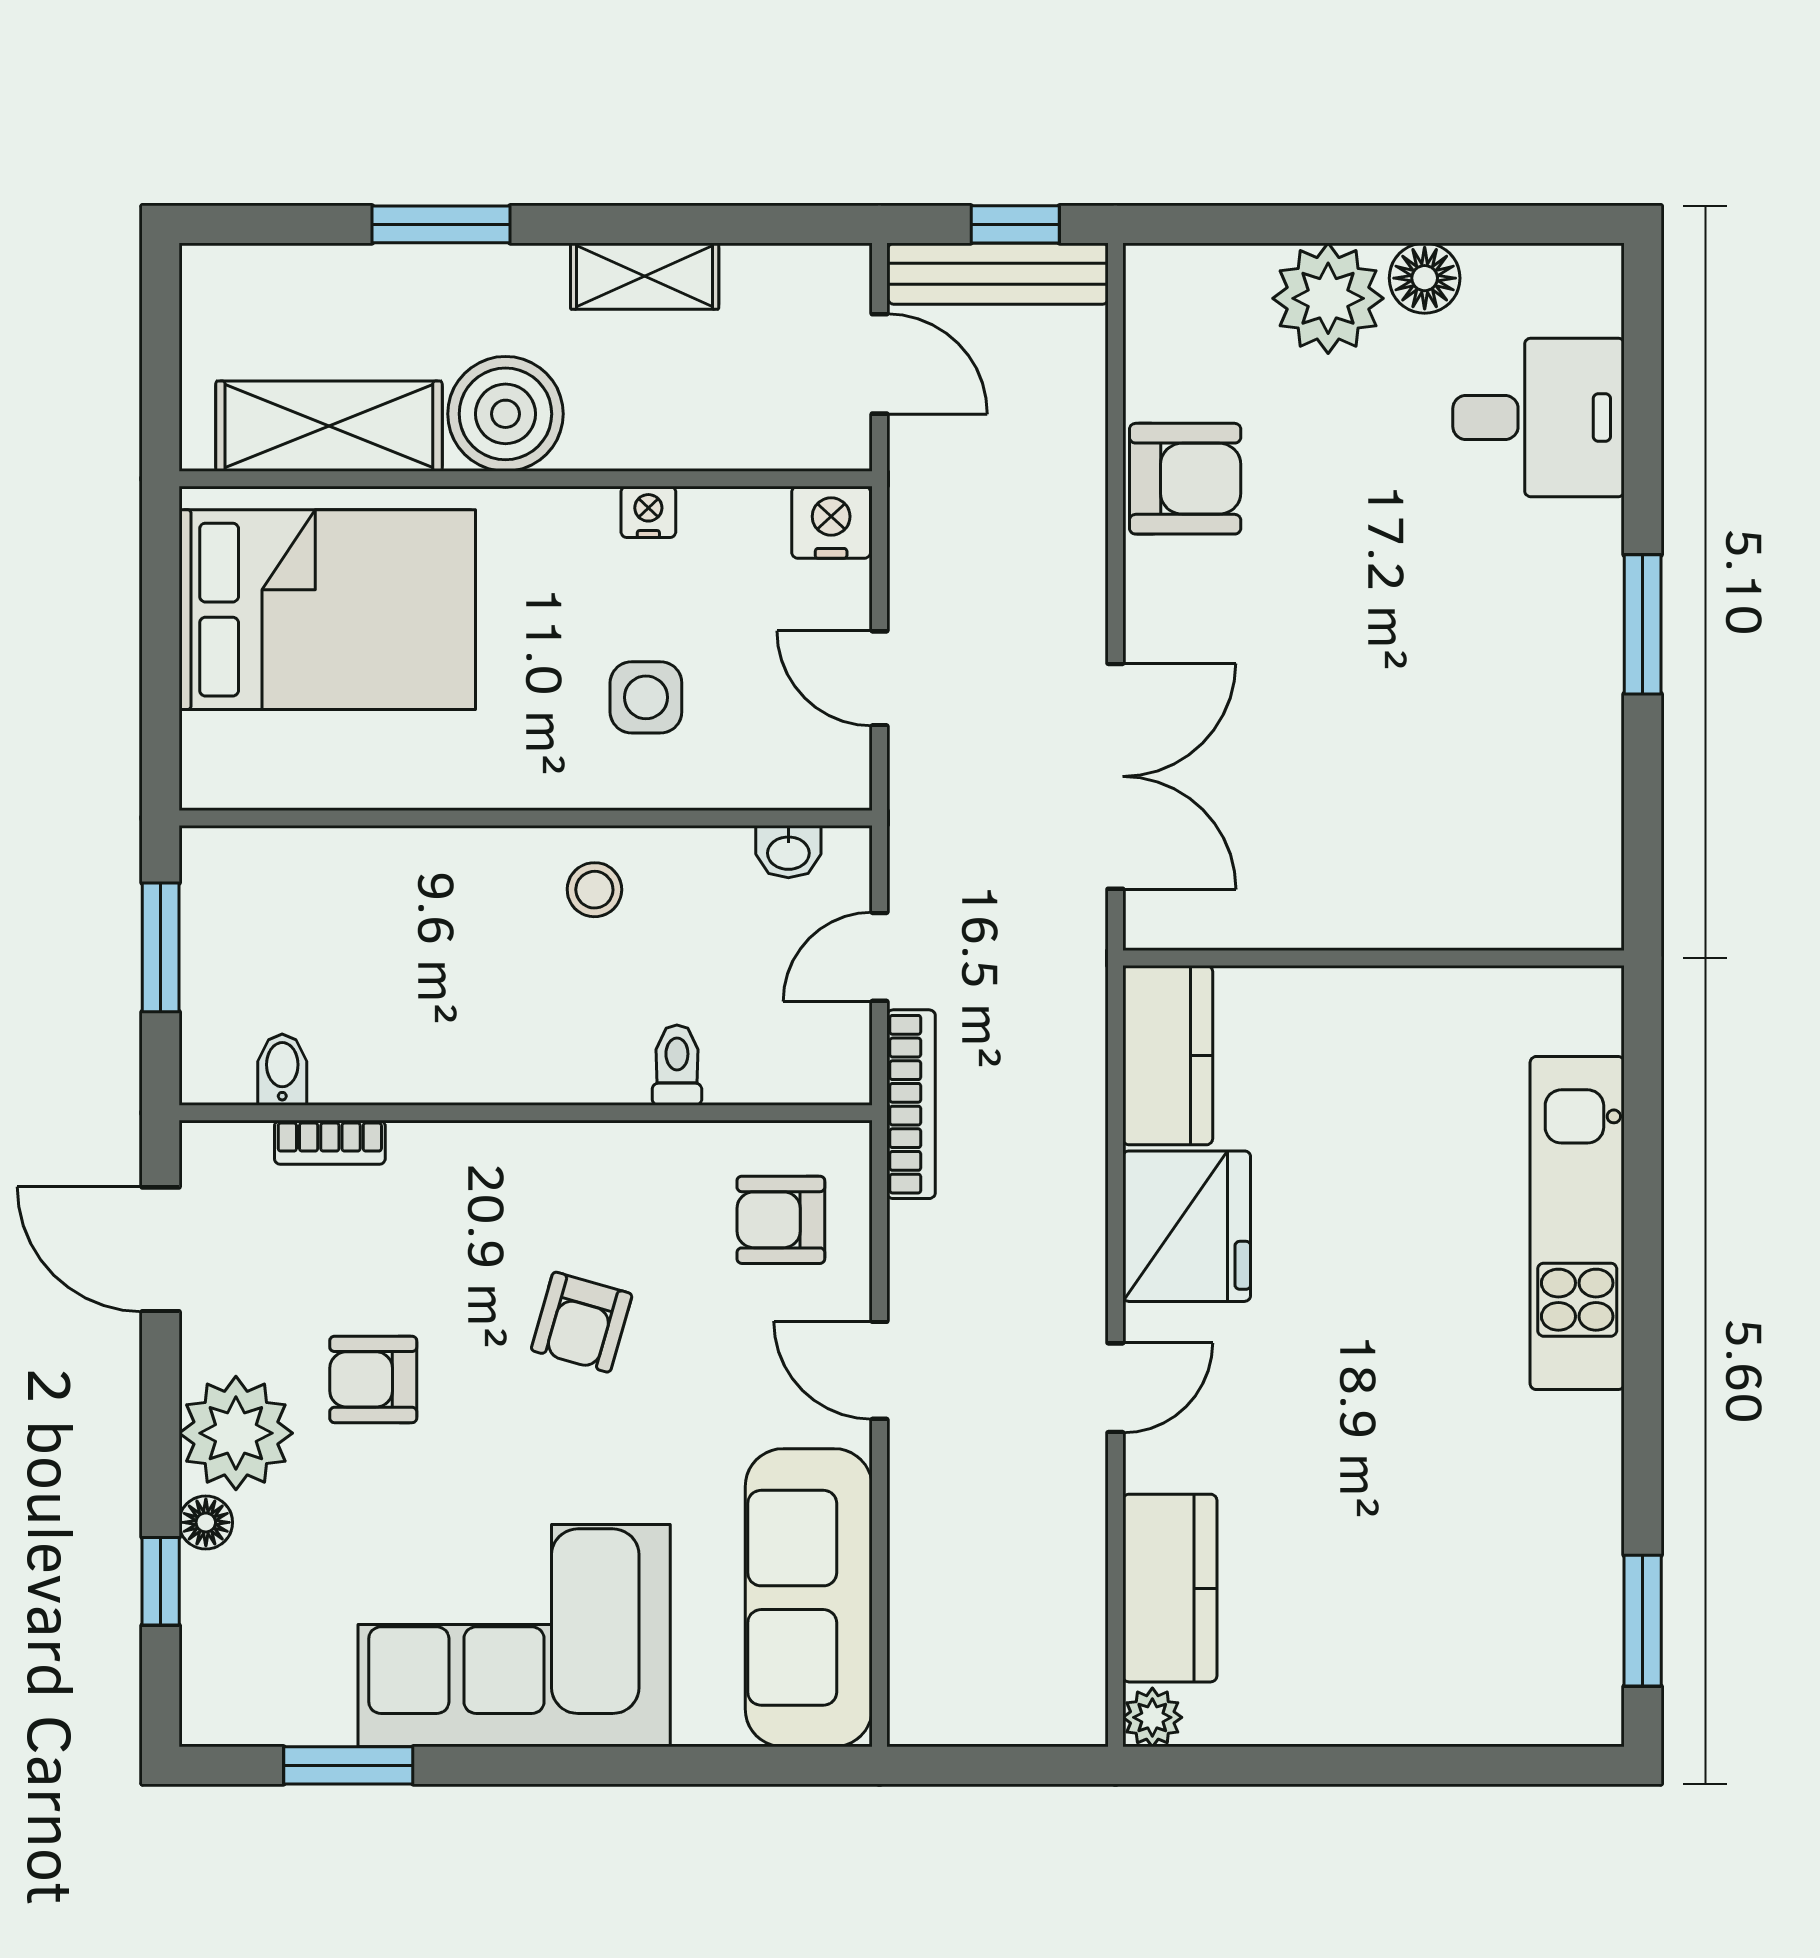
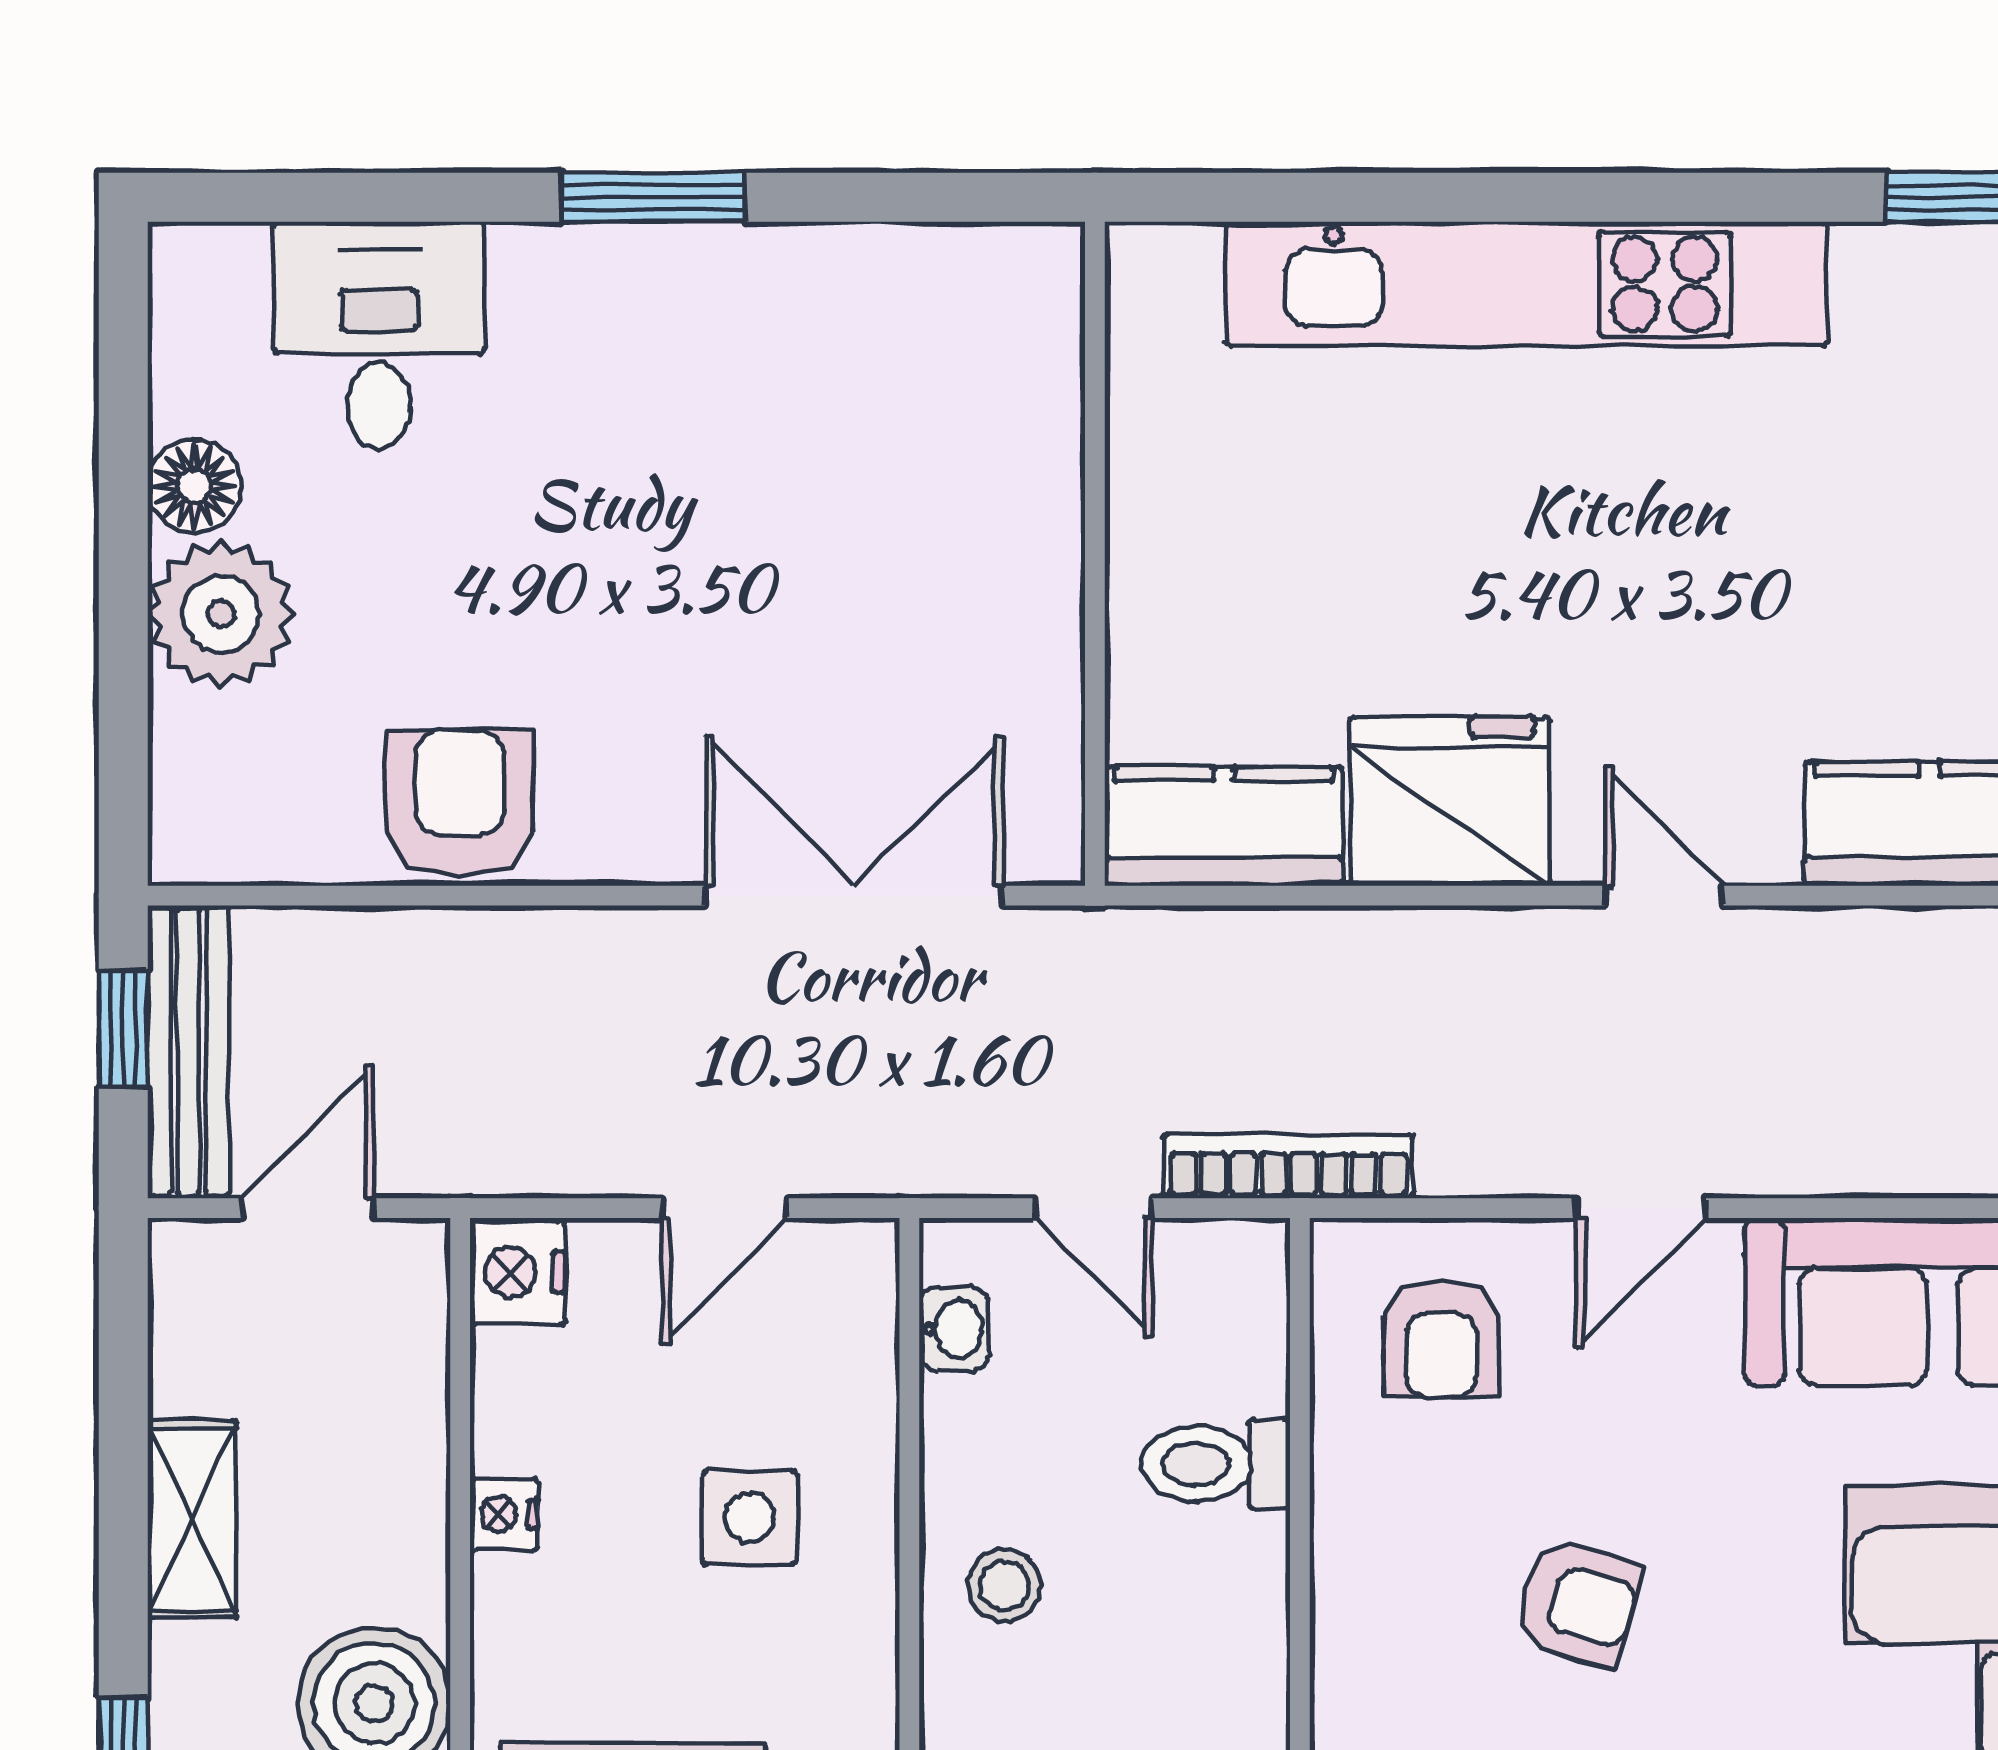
toilet: (677, 1065) -> (1216, 1464), width x1.37, depth x1.39
kitchen unit: (1577, 1223) -> (1526, 284), width x1.36

